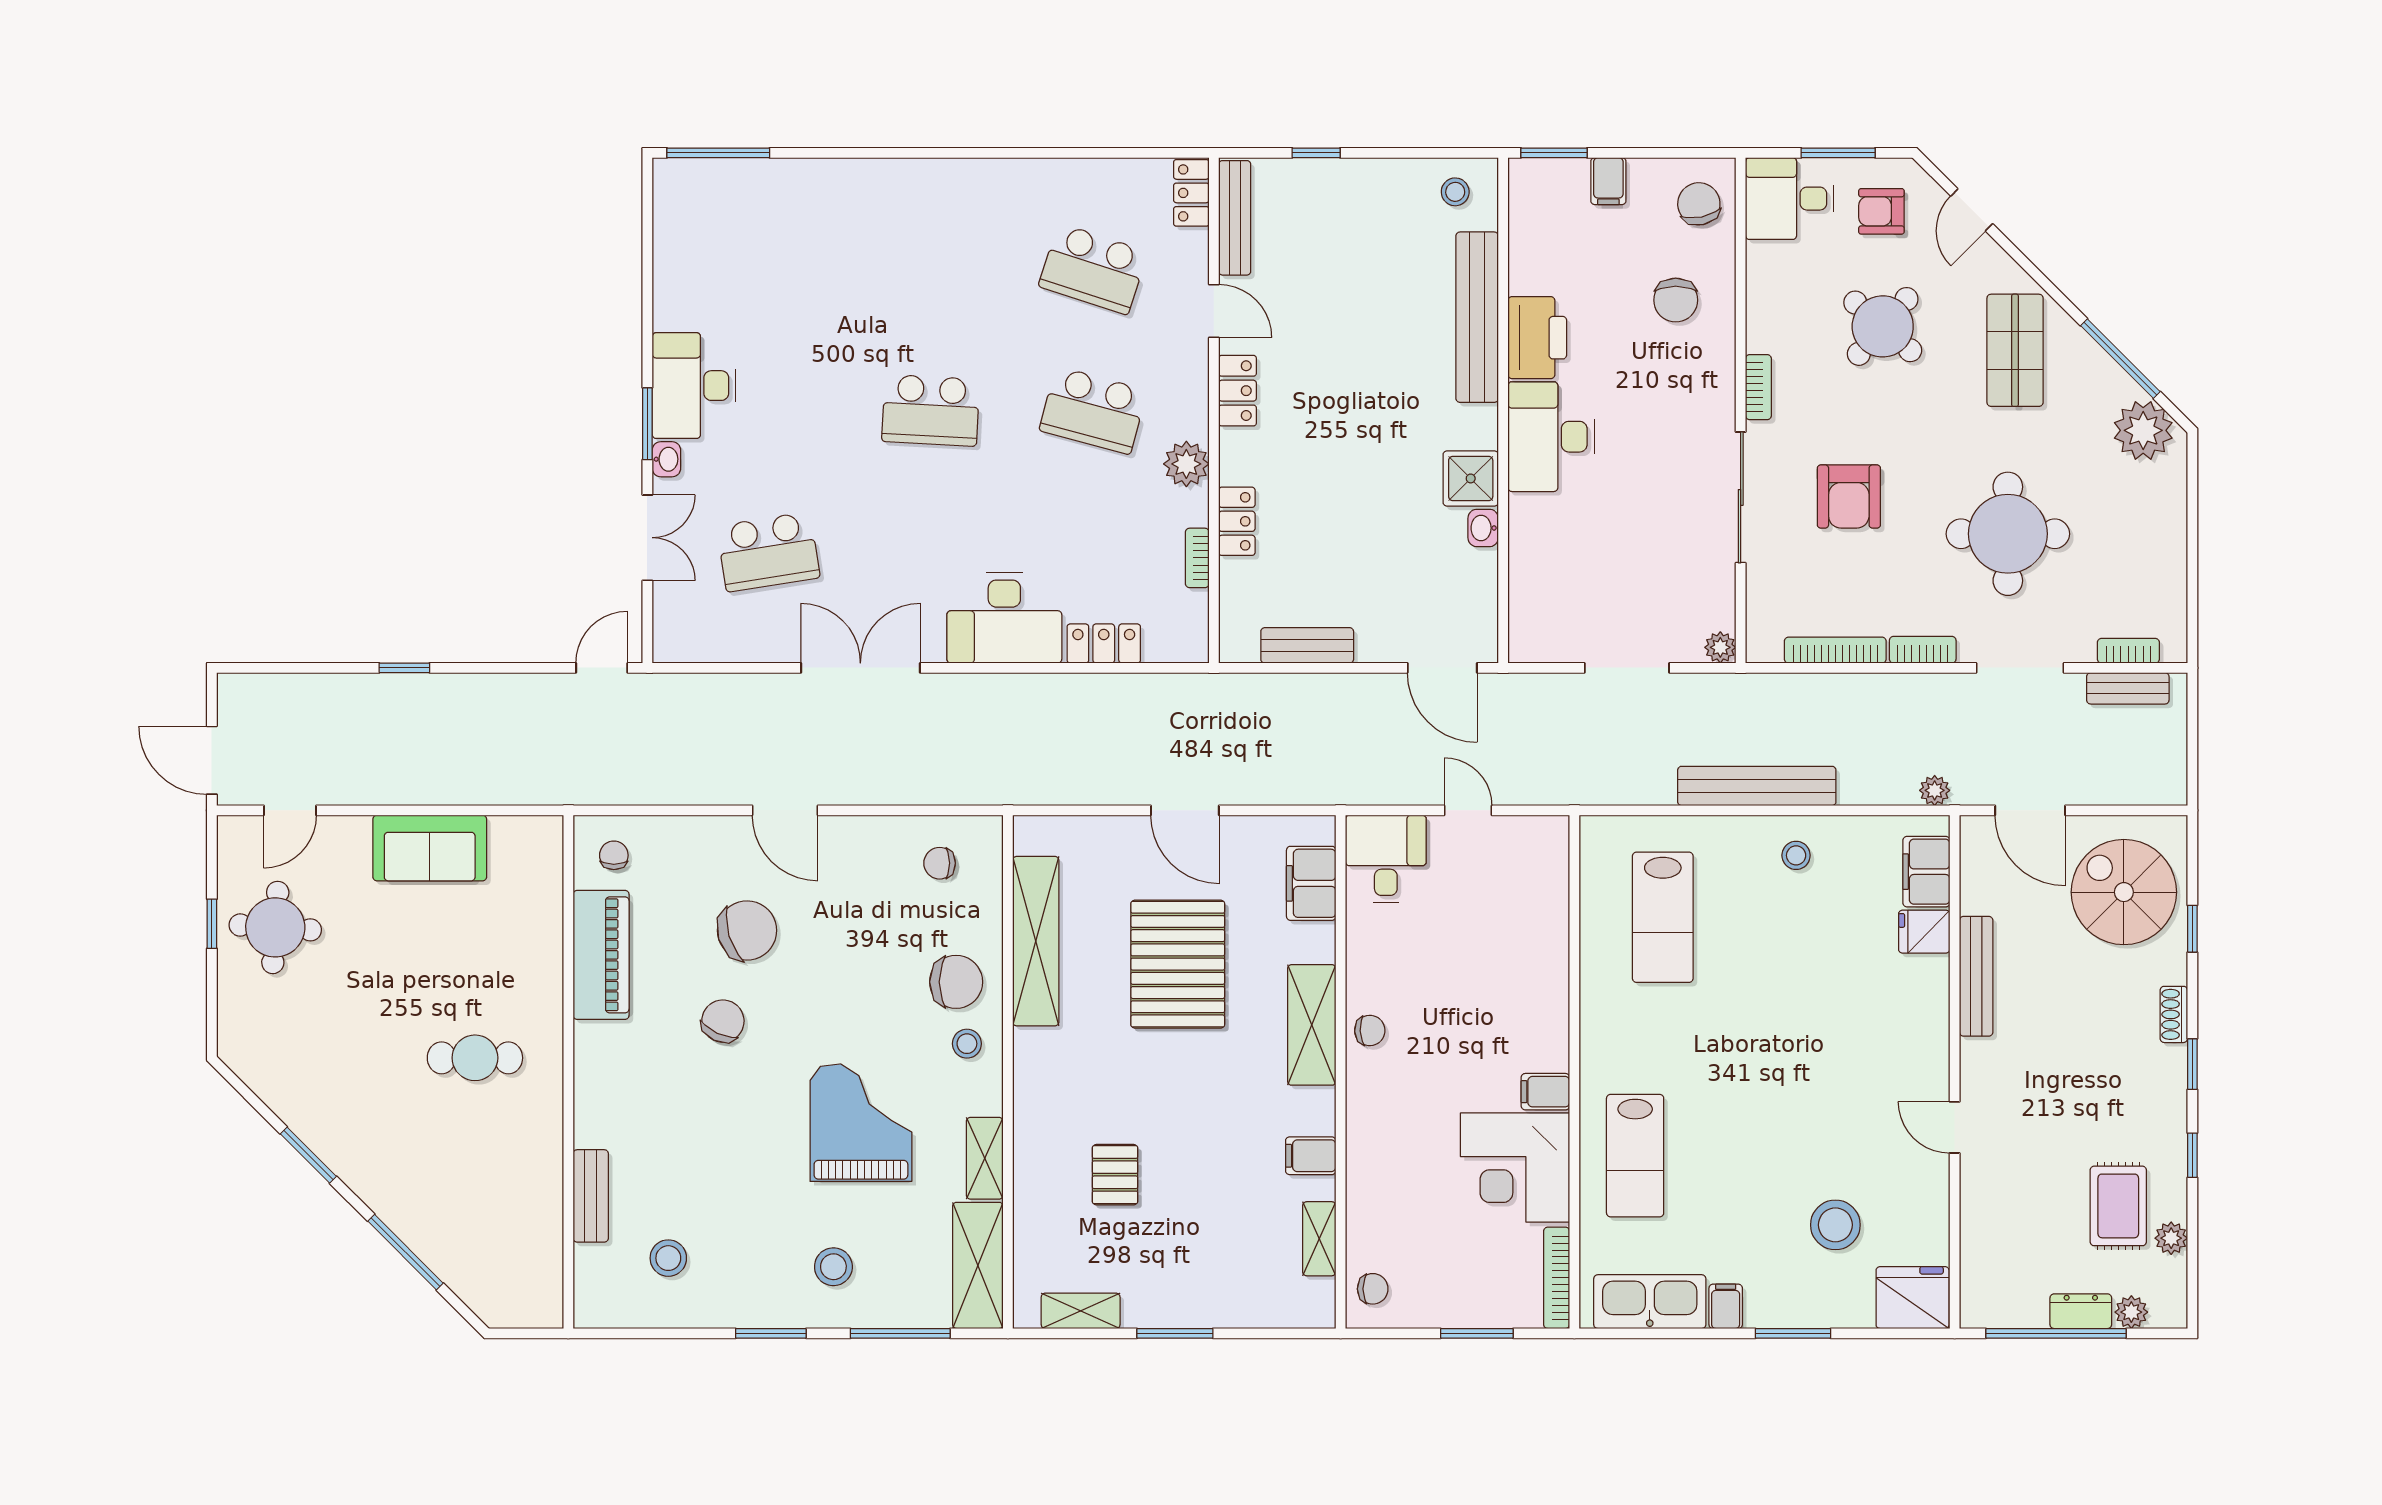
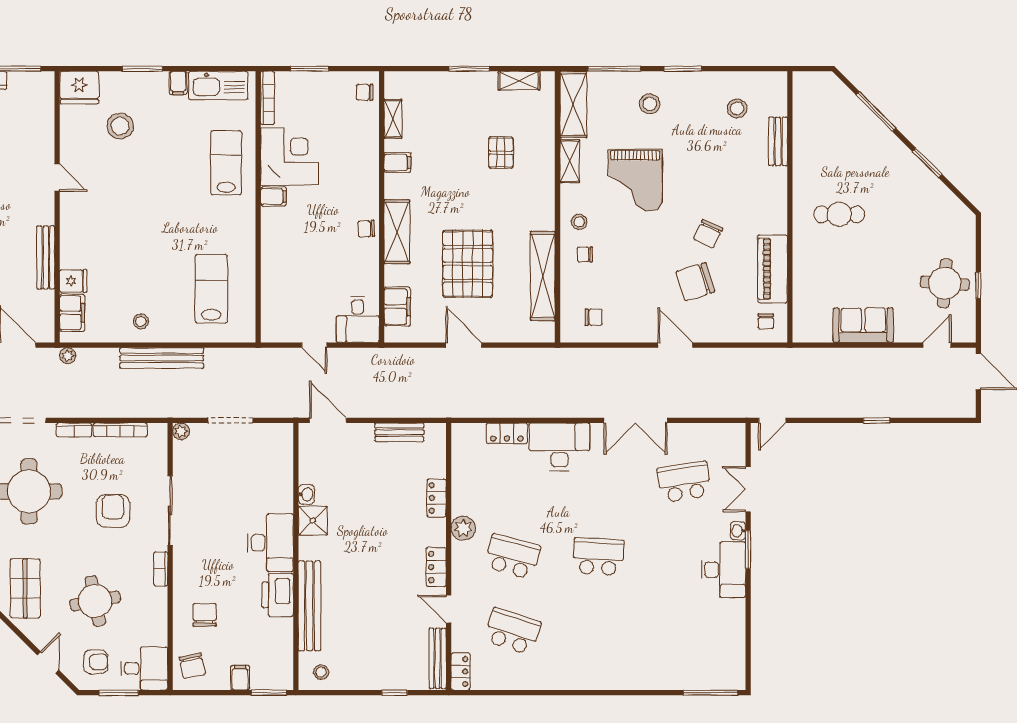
round table: (1883, 326) -> (95, 601), turned 38
bookcase: (1197, 558) -> (457, 479), removed
chair: (956, 982) -> (585, 254), width x0.54, depth x0.54

